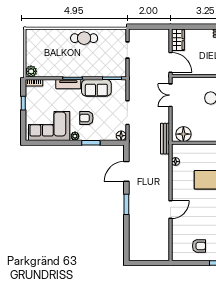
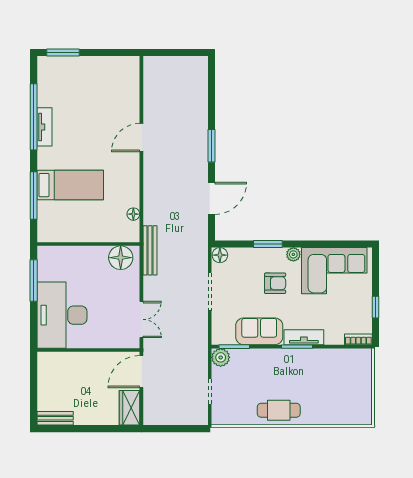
door: (170, 62) -> (141, 372), hinge flipped
plant: (31, 71) -> (221, 357), moved
armchair: (199, 246) -> (96, 80), removed

